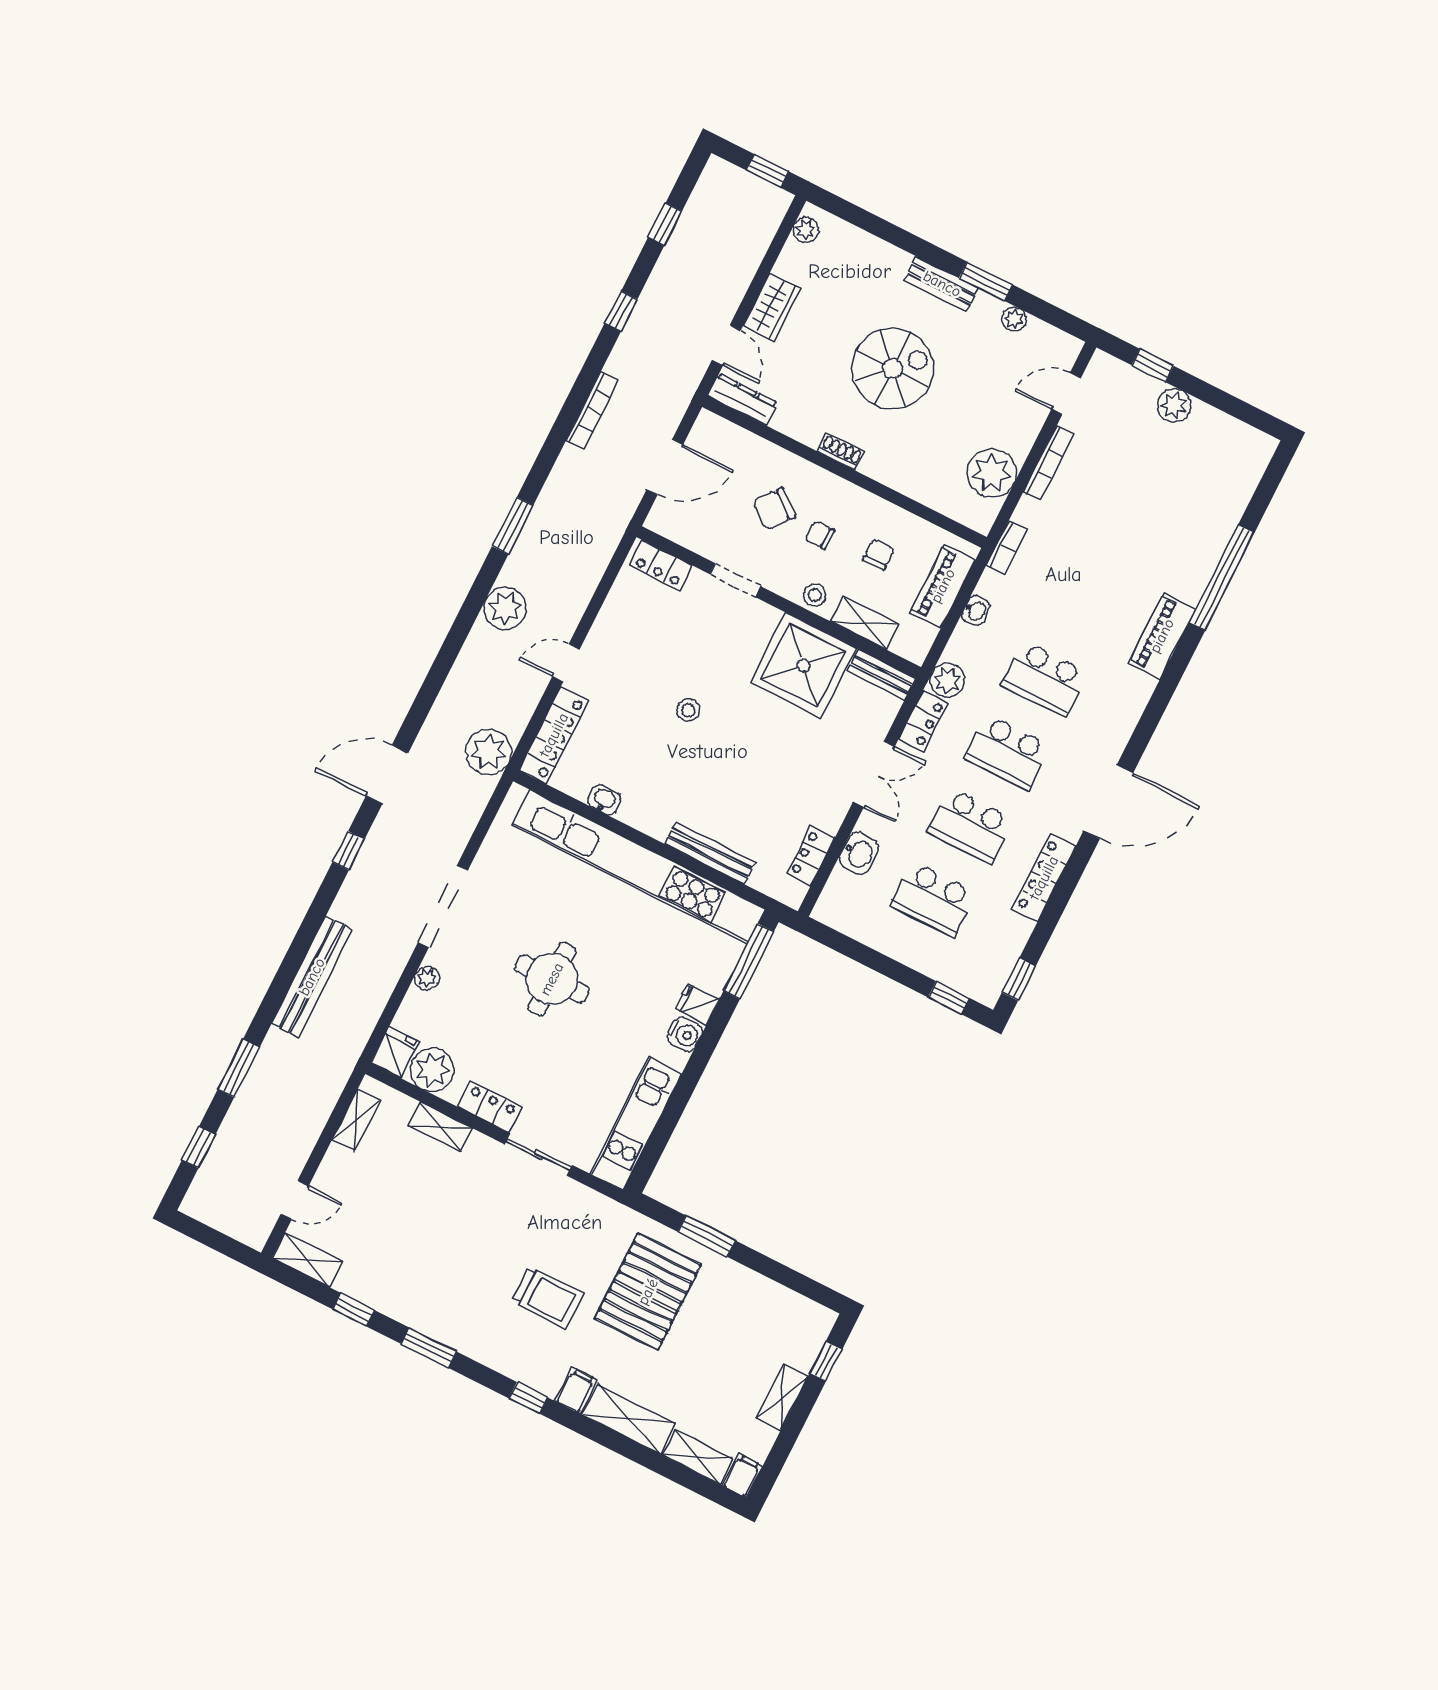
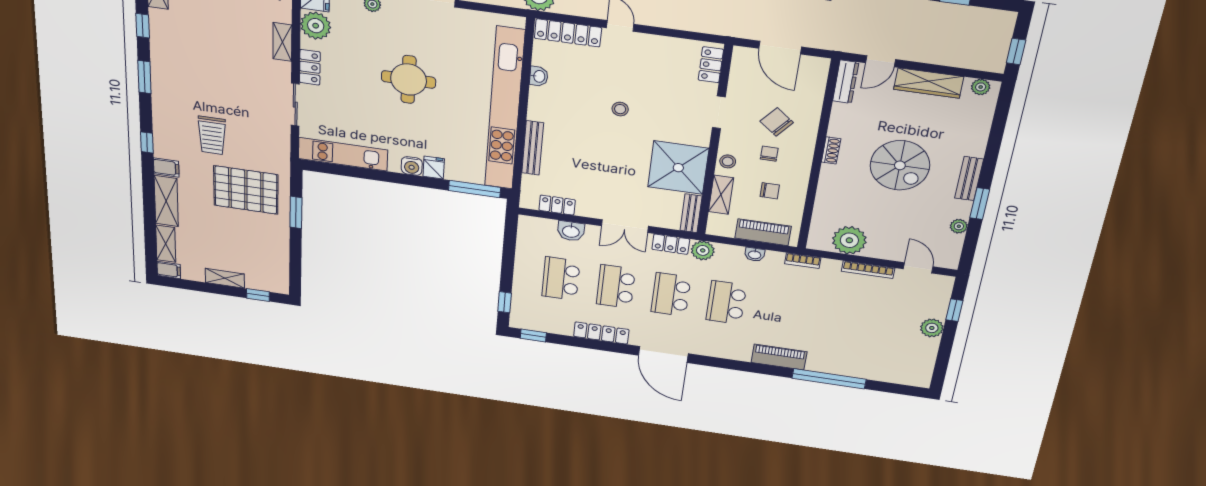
wardrobe: (772, 307) -> (929, 83), width x1.50

